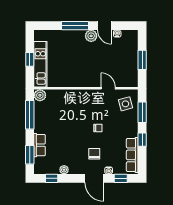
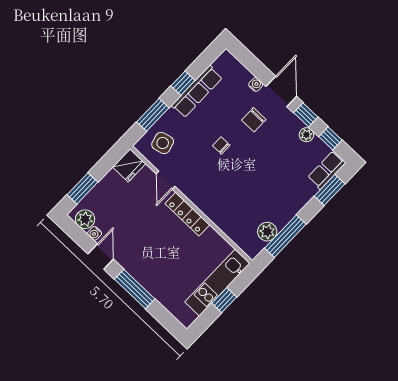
plant: (91, 36) -> (85, 219), moved
window: (142, 60) -> (82, 188), moved
fridge: (131, 79) -> (129, 165), added
locker: (84, 82) -> (187, 214), added
plant: (40, 95) -> (267, 232), moved
row of seats: (40, 145) -> (327, 170), moved
row of seats: (132, 155) -> (197, 92), moved
window: (121, 178) -> (306, 115), moved

